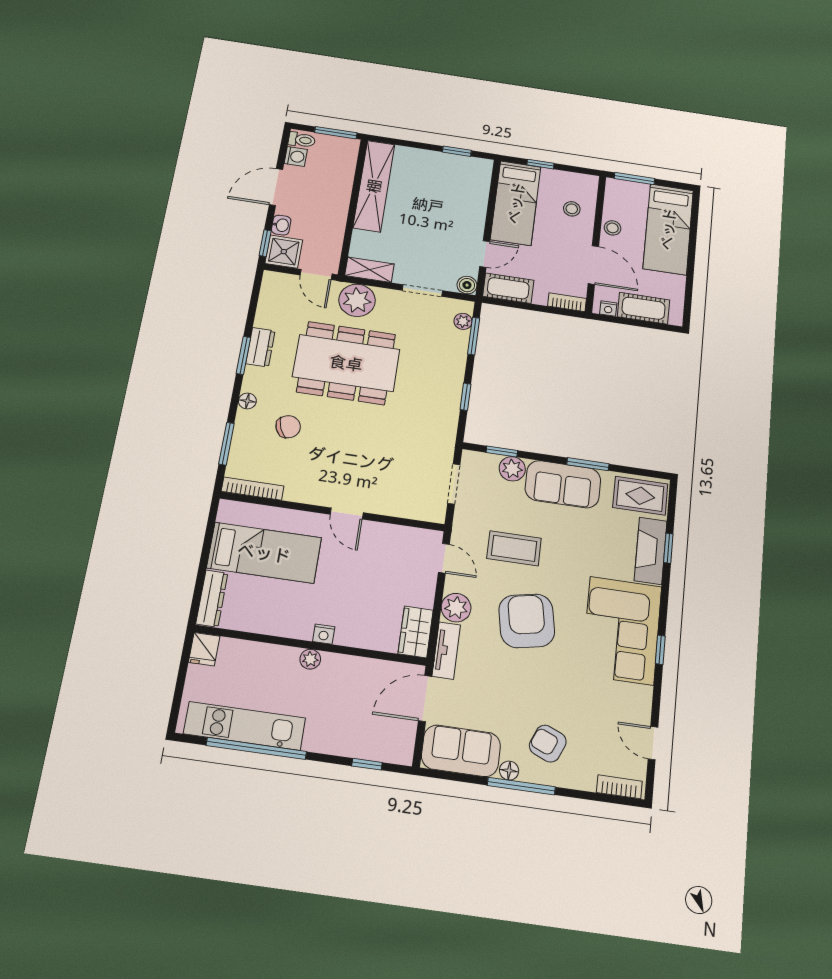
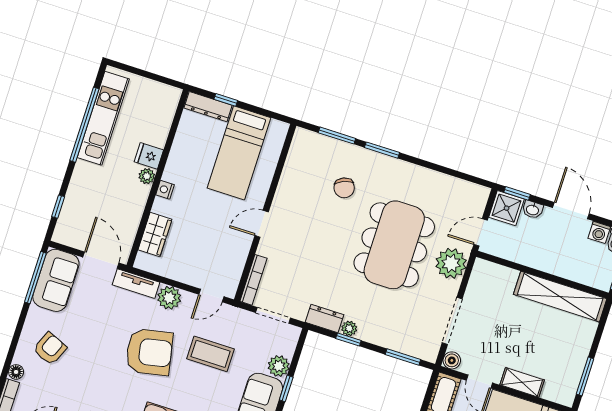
window: (457, 151) -> (585, 376), width x1.50
shelving: (369, 270) -> (522, 382), moved, turned 90
doorway: (422, 291) -> (452, 321), width x1.38
plant: (463, 321) -> (349, 328), moved
dresser: (260, 347) -> (325, 318), moved, turned 180
window: (243, 355) -> (382, 150), moved
floor lamp: (247, 401) -> (372, 158), removed
window: (502, 451) -> (286, 388), moved
bookcase: (253, 489) -> (253, 280), moved
coffee table: (514, 548) -> (211, 354), turned 90
window: (200, 579) -> (226, 100), added
wardrobe: (416, 632) -> (155, 235), moved, turned 90
fridge: (204, 649) -> (149, 156), moved
floor lamp: (509, 771) -> (16, 372), moved
window: (521, 786) -> (35, 278), moved

